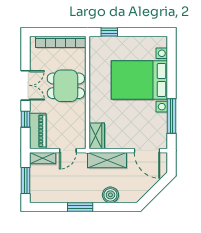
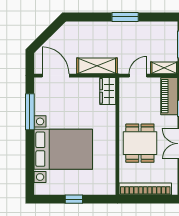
window: (109, 32) -> (74, 199), moved
dining table: (66, 86) -> (140, 143), turned 90
boiler: (110, 195) -> (94, 30), removed

